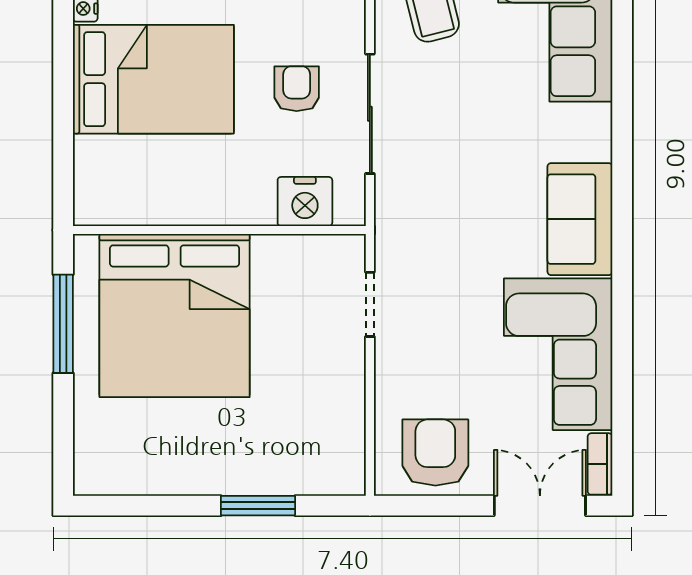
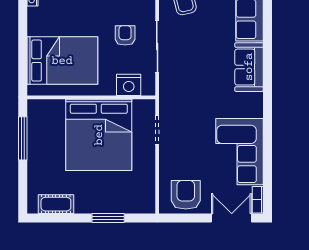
bed: (153, 79) -> (62, 61), moved
sofa: (580, 219) -> (249, 67), moved
bed: (175, 316) -> (99, 135), moved
cot: (139, 474) -> (56, 204), added

